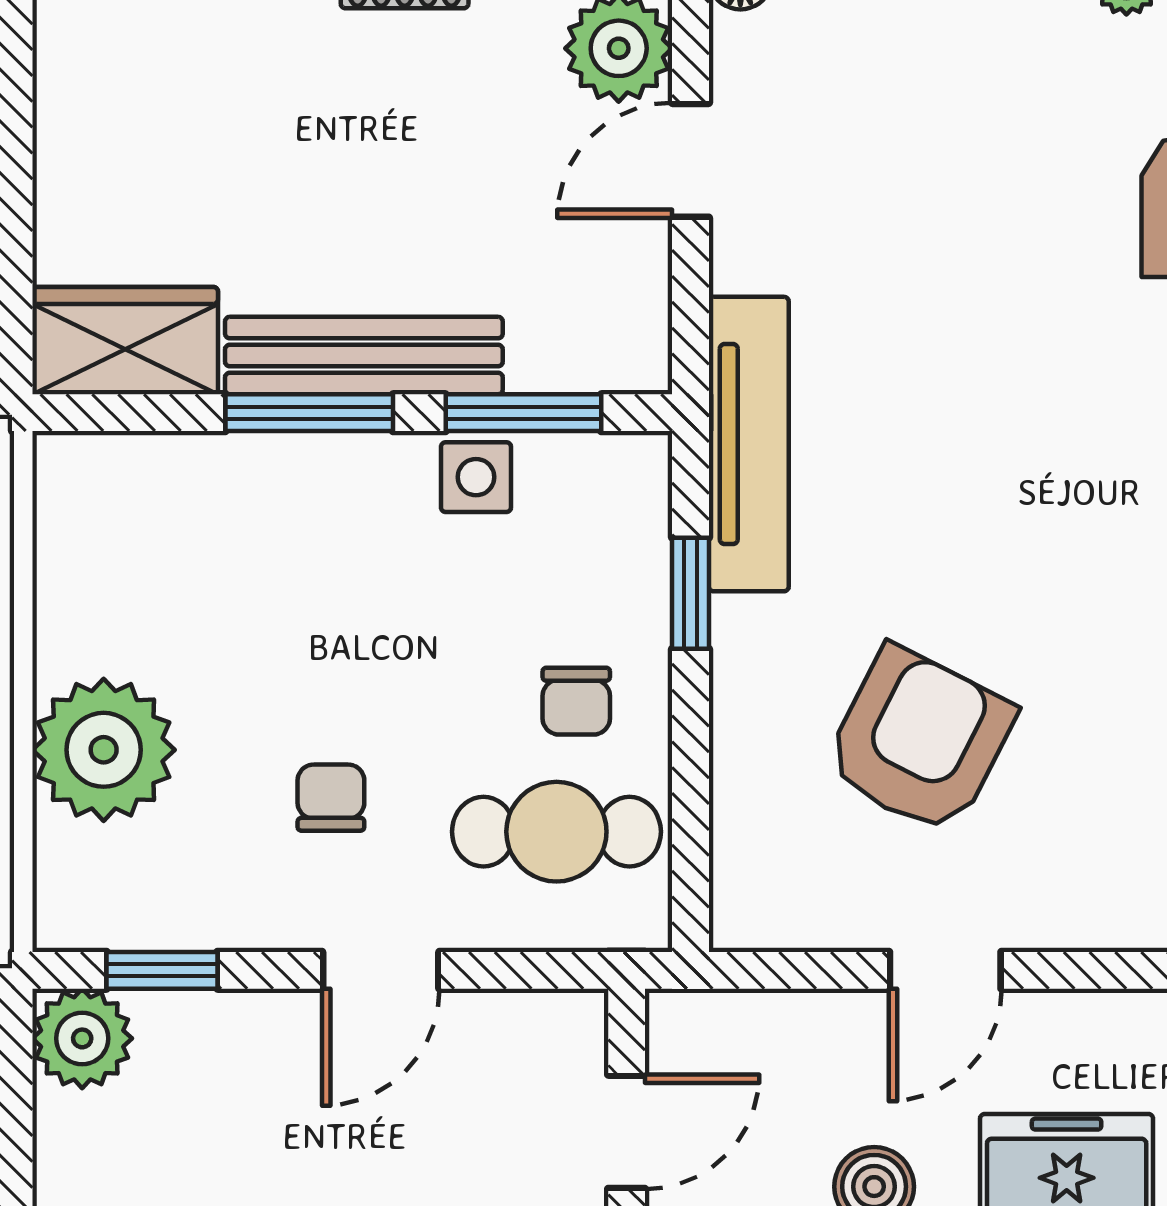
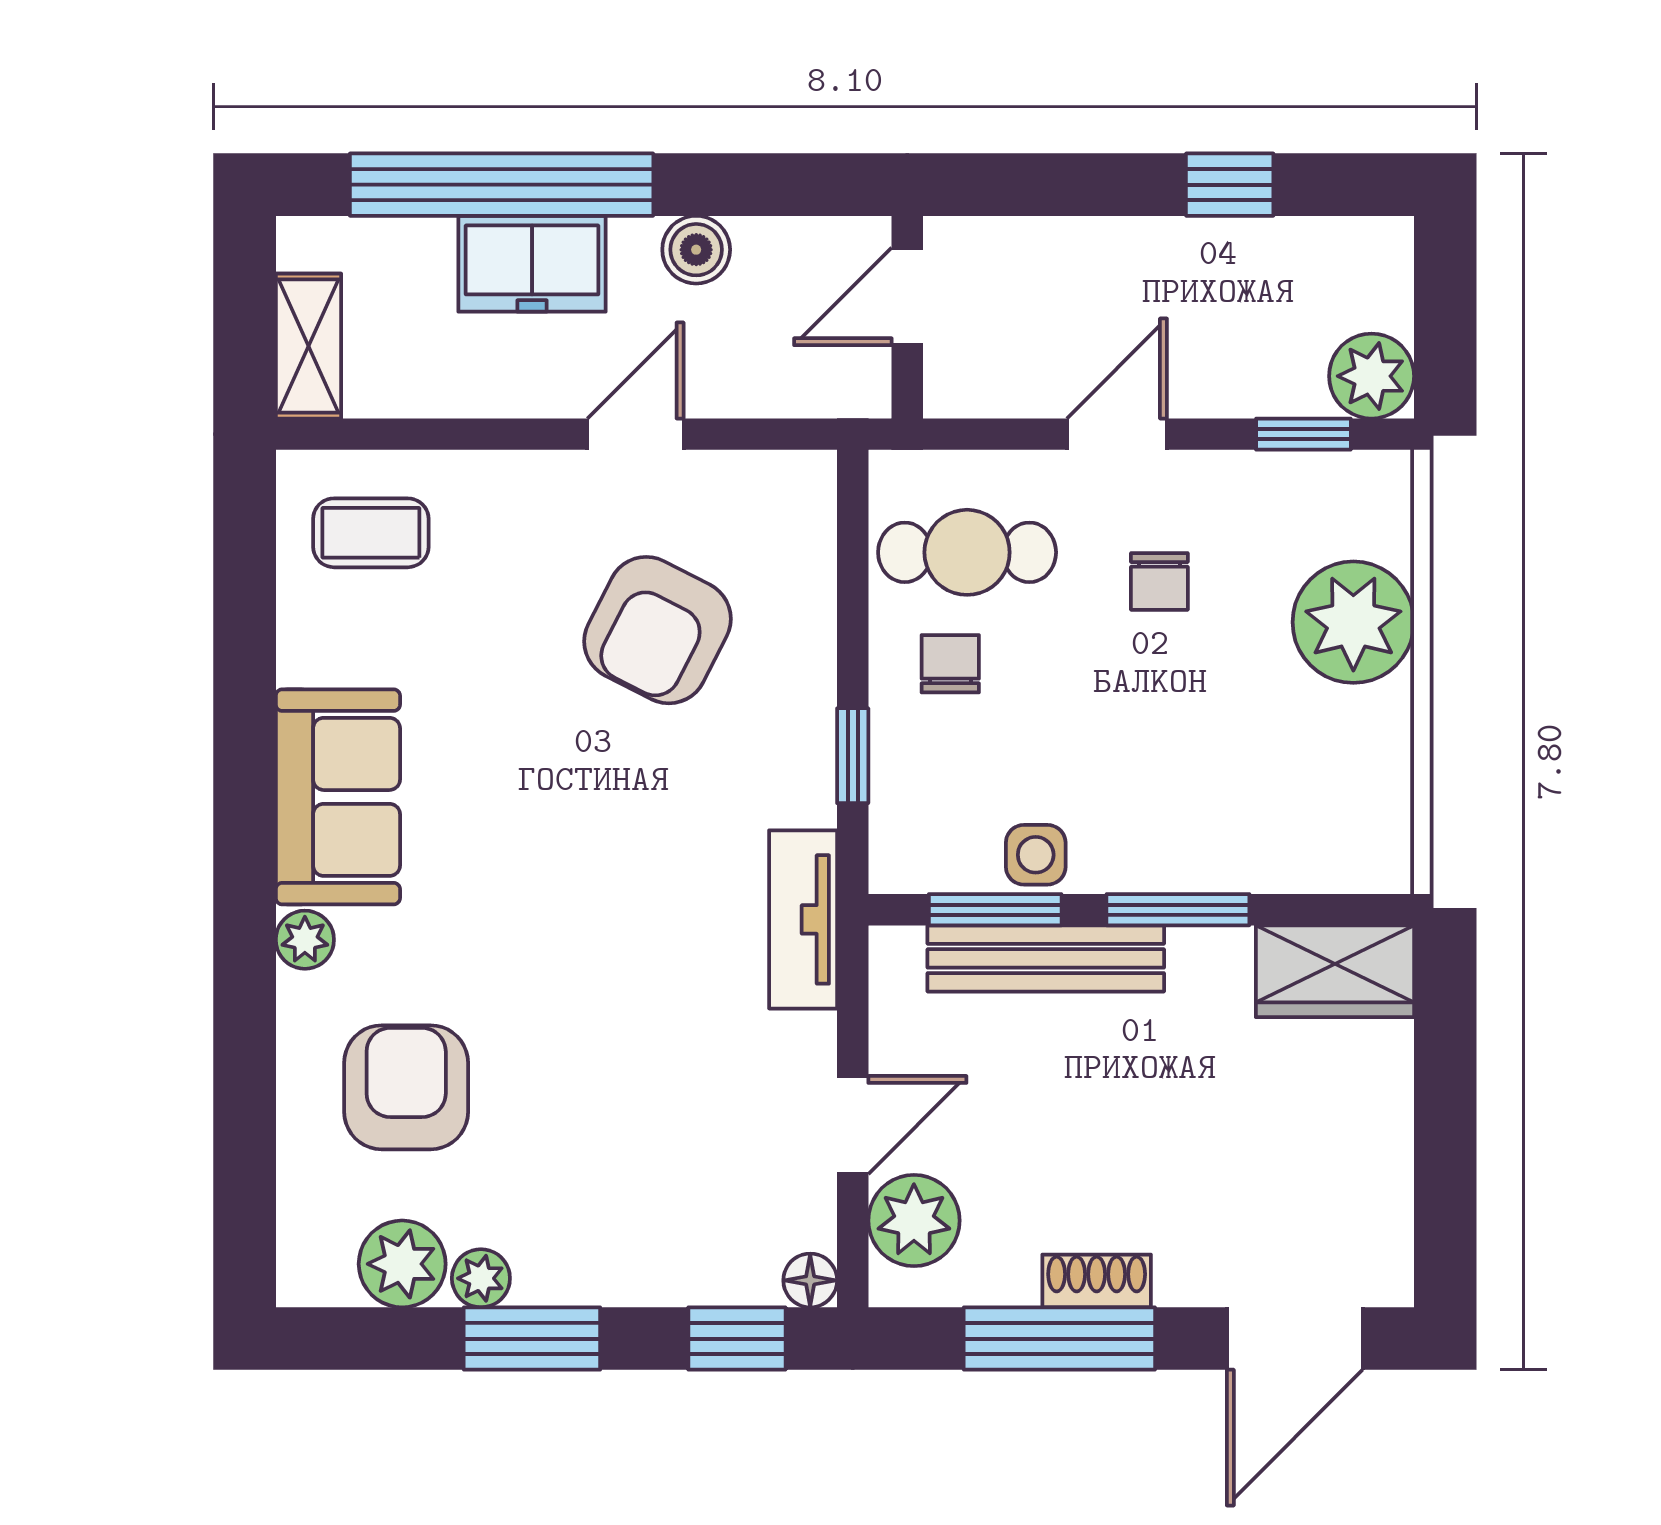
bench: (364, 356) -> (1046, 958), moved
tv unit: (749, 444) -> (803, 919), width x0.71

